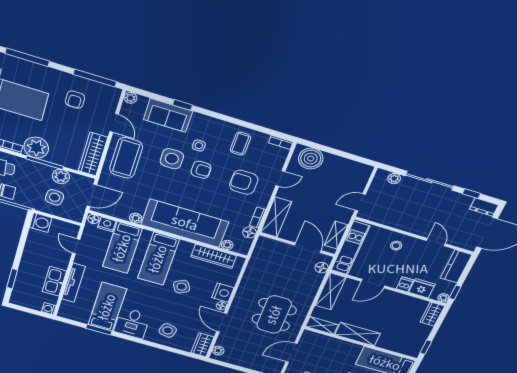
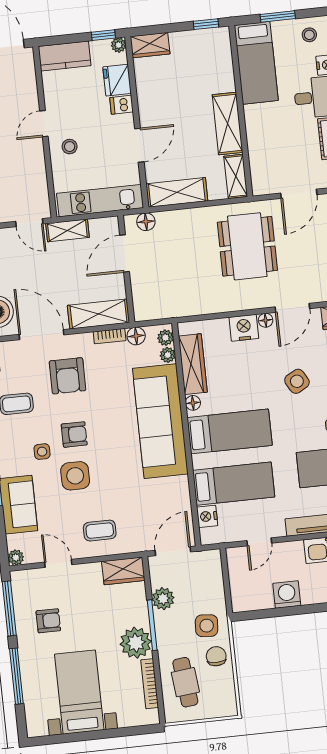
window: (27, 57) -> (16, 676), moved
door: (114, 123) -> (58, 563), hinge flipped
wardrobe: (93, 154) -> (123, 571), width x0.67
coffee table: (126, 158) -> (100, 531), width x0.54, depth x0.58
armchair: (201, 170) -> (74, 434), turned 90
door: (280, 178) -> (41, 335), width x1.88
door: (92, 195) -> (173, 551), hinge flipped
side table: (54, 197) -> (207, 626), moved
plant: (136, 218) -> (165, 338), moved
floor lamp: (93, 219) -> (193, 403), moved
washing machine: (41, 223) -> (287, 595), moved
shelving: (336, 235) -> (67, 230), moved
door: (436, 242) -> (44, 124), moved
door: (373, 284) -> (139, 145), hinge flipped
side table: (182, 287) -> (297, 381), moved
dining table: (274, 315) -> (247, 246), turned 90
door: (292, 353) -> (299, 194), hinge flipped

